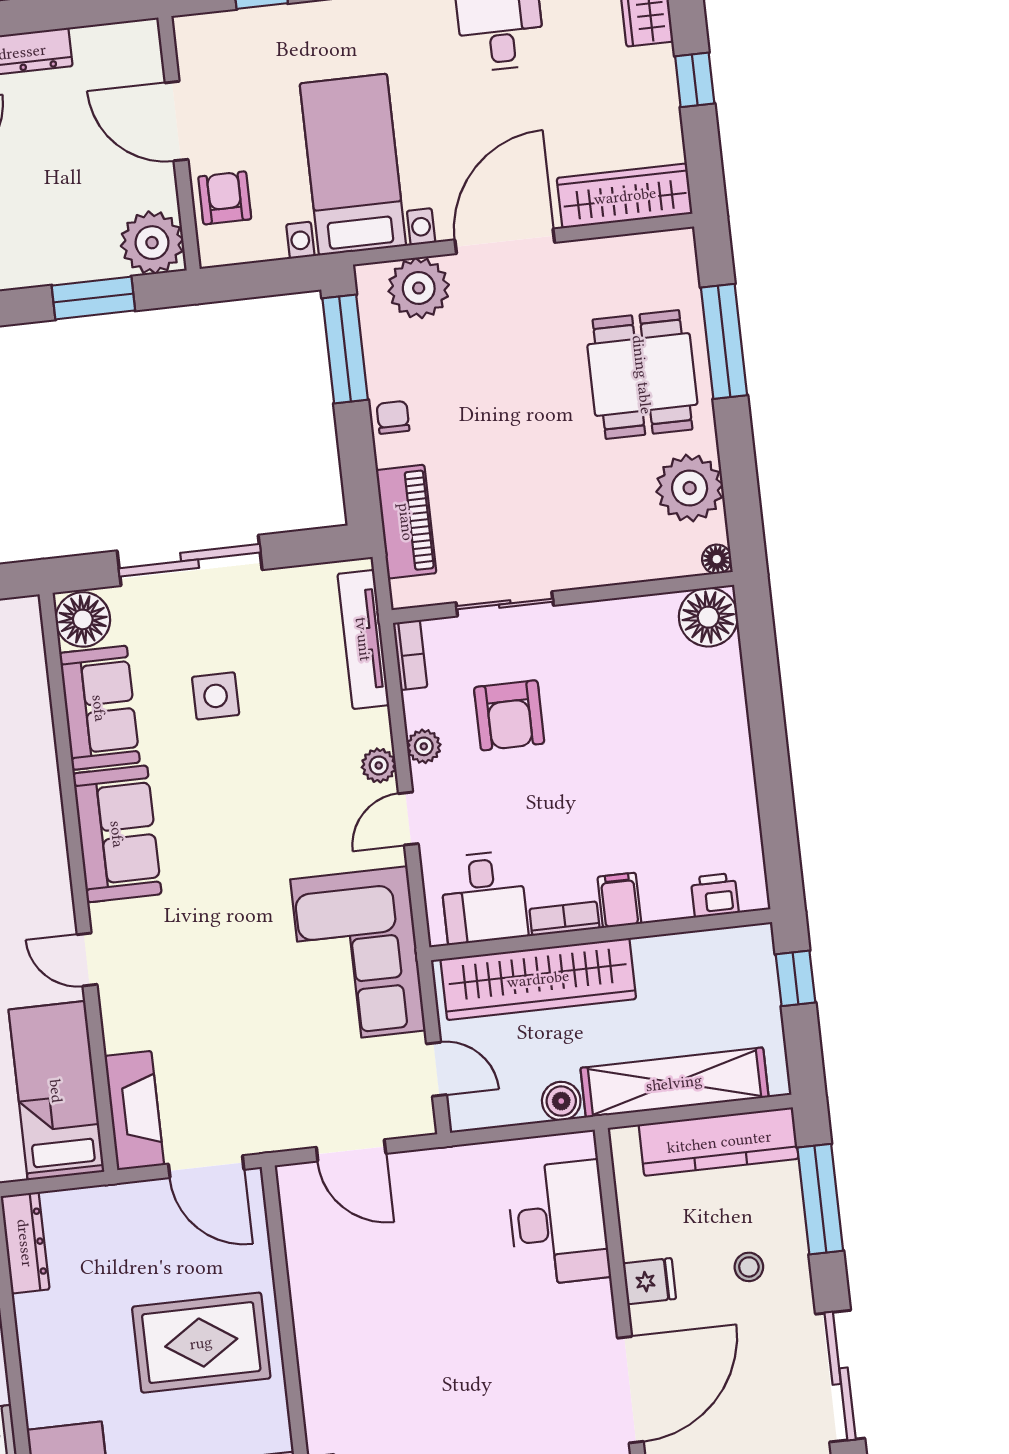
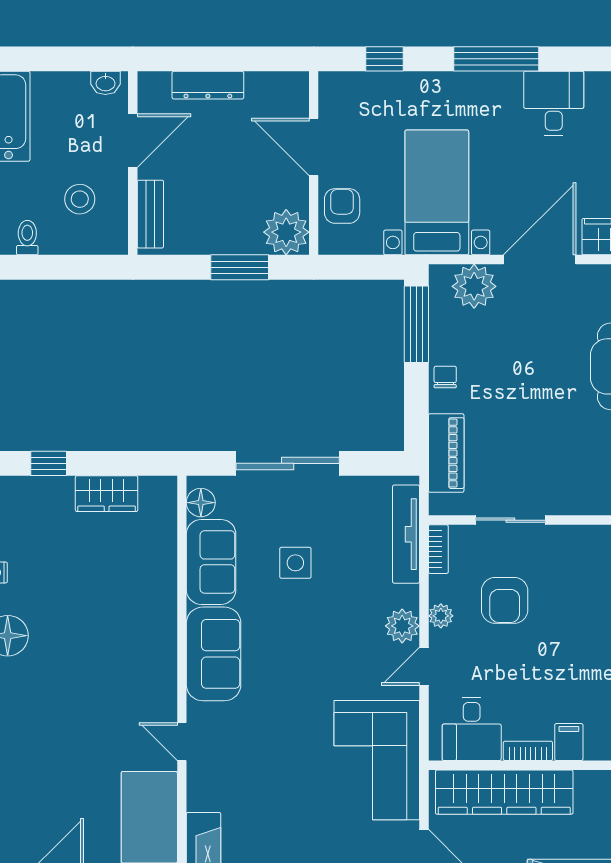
floor lamp: (83, 619) -> (201, 503), width x0.73, depth x0.73
plant: (379, 765) -> (402, 626), width x1.38, depth x1.38

